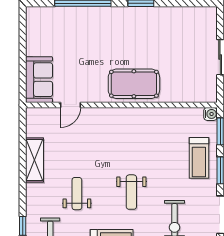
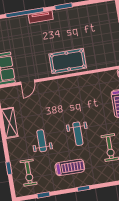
tv unit: (105, 13) -> (41, 17), added

